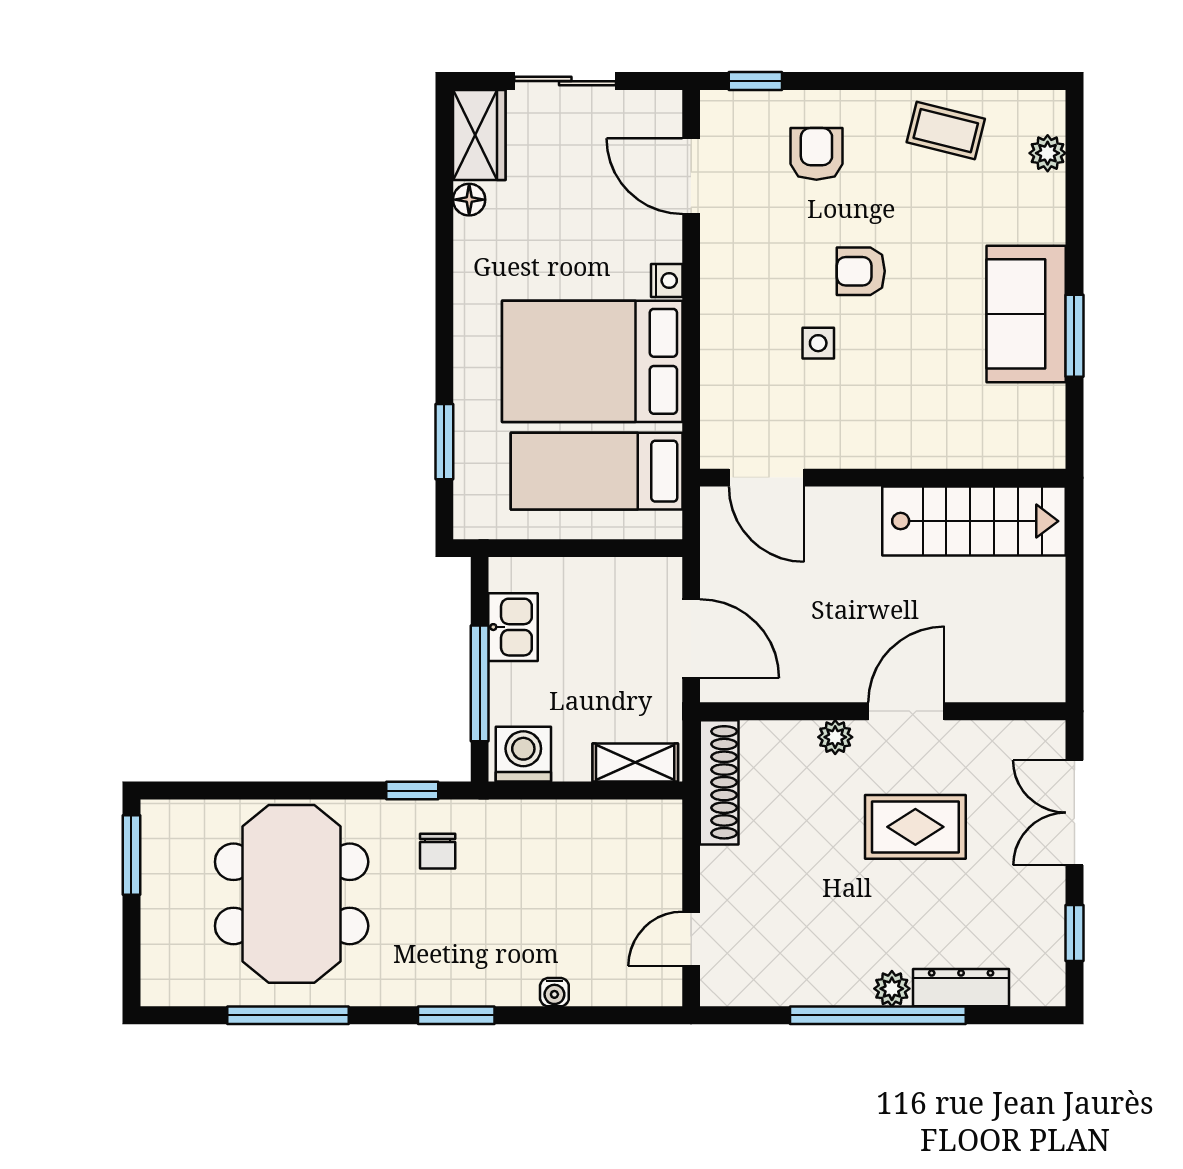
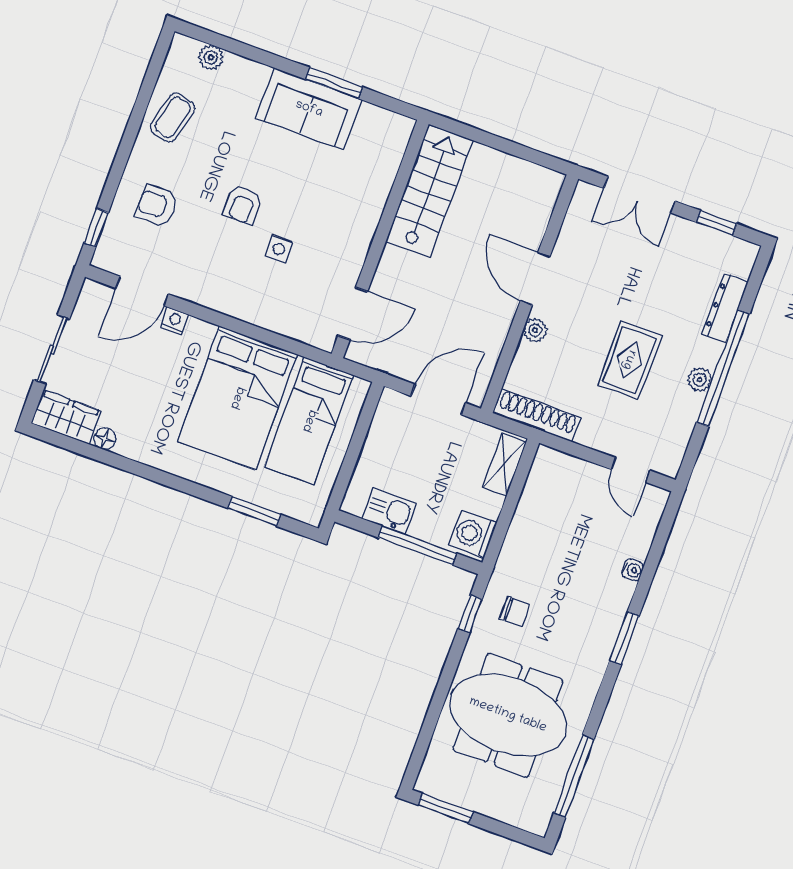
nightstand: (667, 280) -> (175, 321), moved
rug: (915, 827) -> (629, 360), moved
plant: (892, 989) -> (700, 380), moved
window: (288, 1015) -> (574, 776), moved

